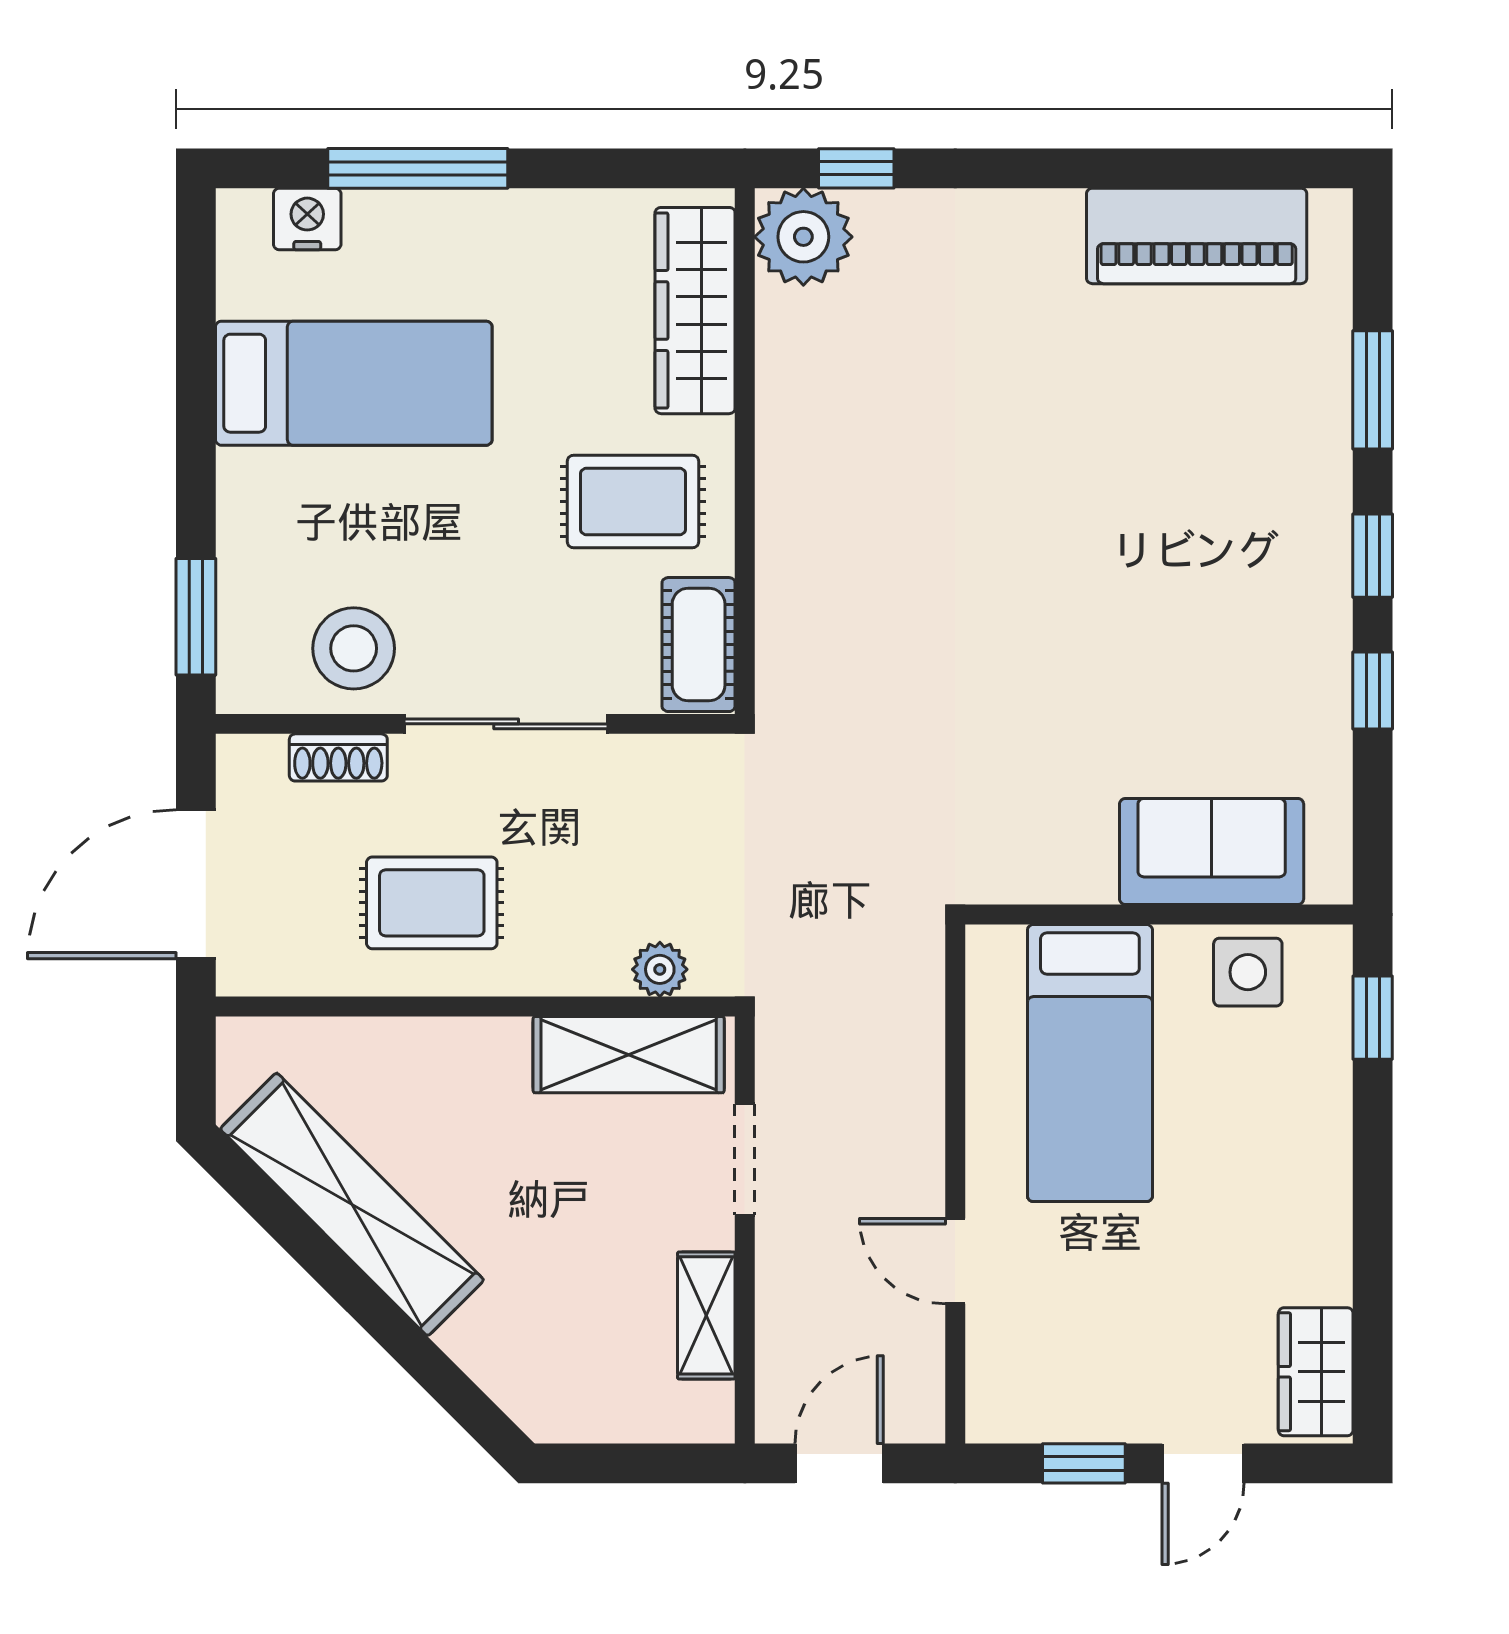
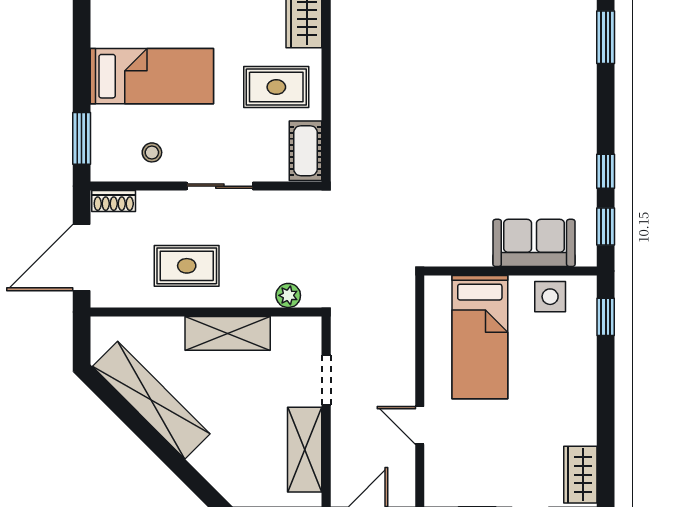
bed: (354, 383) -> (152, 76), moved
window: (1373, 556) -> (606, 226), moved
stool: (354, 648) -> (152, 152), width x0.53, depth x0.53
sliding door: (506, 724) -> (220, 186), width x0.73
shoe rack: (338, 757) -> (114, 201), moved
shelving: (629, 1055) -> (228, 333), moved
shelving: (706, 1315) -> (305, 450), width x1.50, depth x1.33

